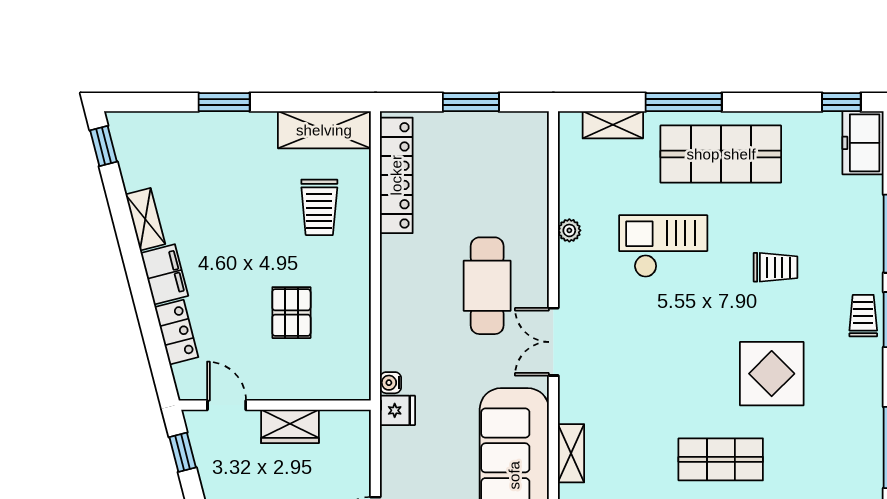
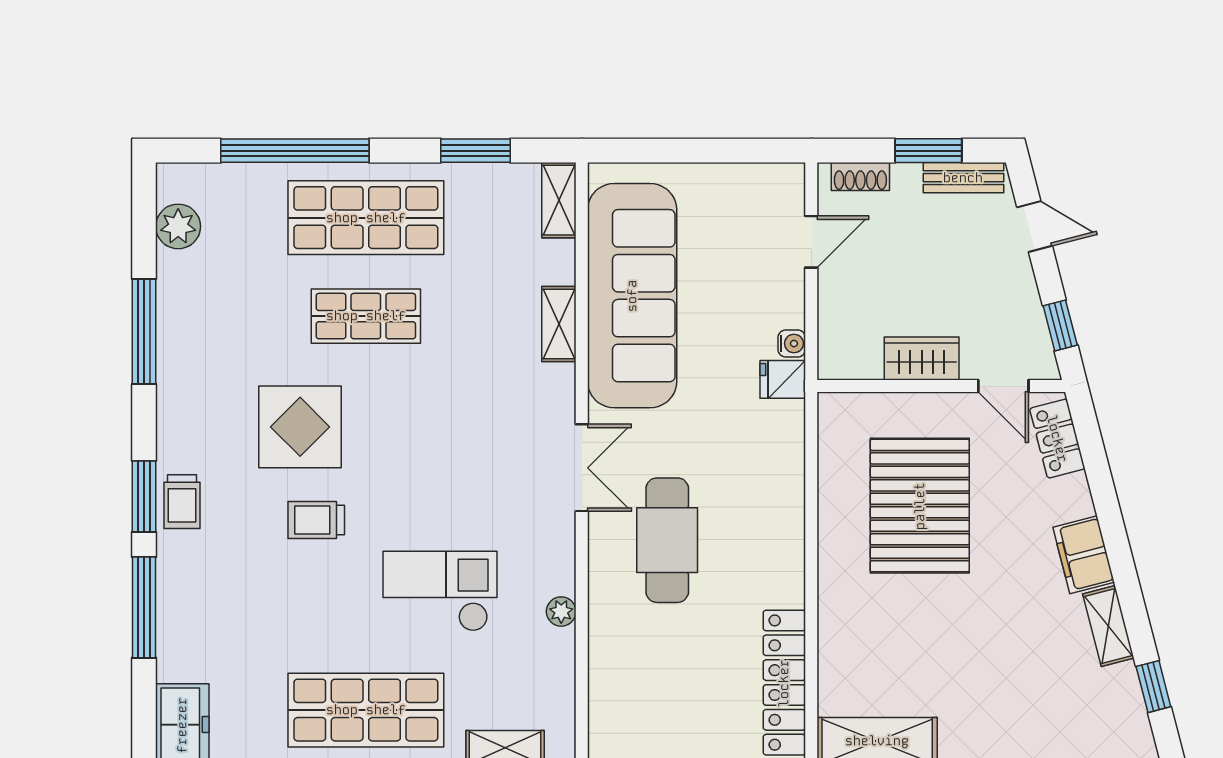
window: (104, 146) -> (1153, 687), moved
trolley: (319, 207) -> (884, 641), removed
checkout: (663, 246) -> (440, 591), turned 180
trolley: (776, 267) -> (316, 520), moved
pallet: (291, 313) -> (920, 506), width x2.05, depth x2.00
locker: (176, 332) -> (1057, 439), moved
water cooler: (391, 383) -> (792, 344), moved

